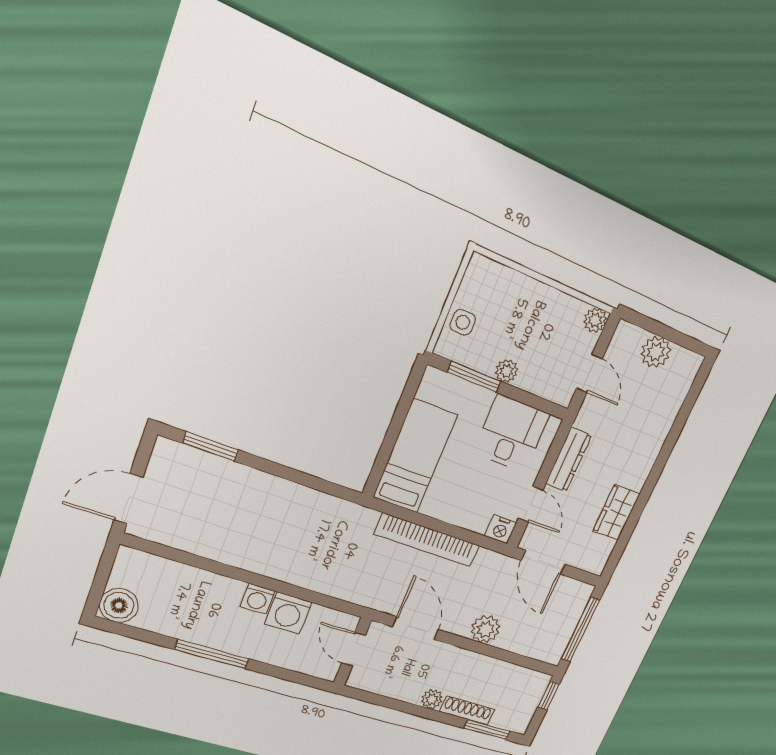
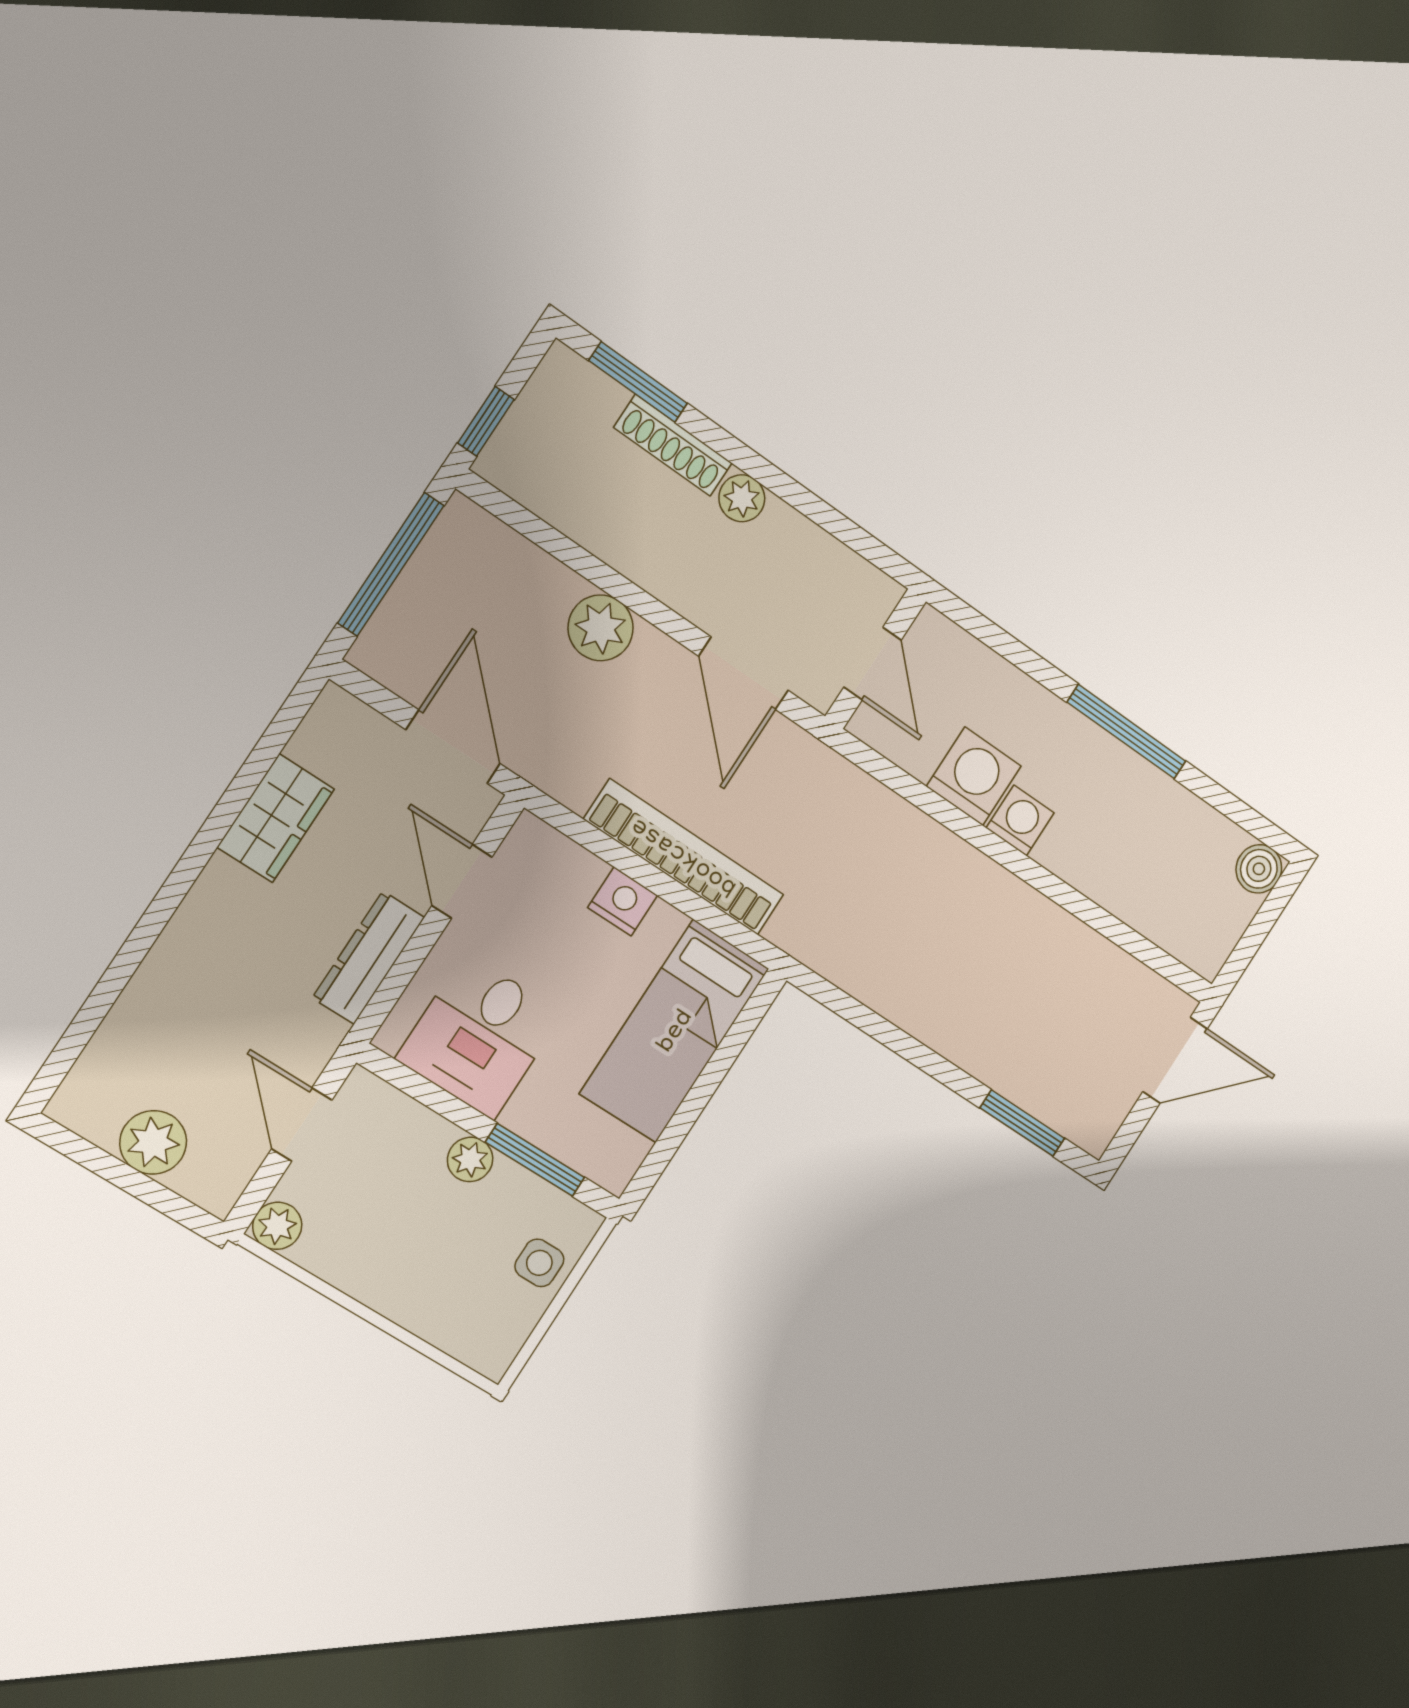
nightstand: (501, 529) -> (623, 902), moved
boiler: (119, 605) -> (1259, 869), width x0.73, depth x0.73

